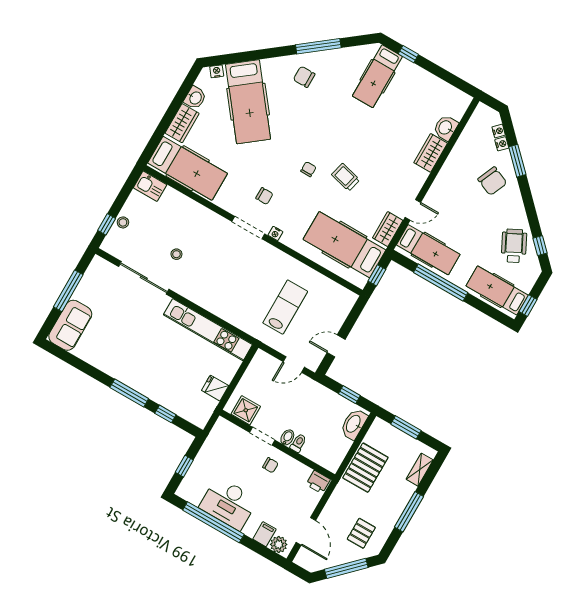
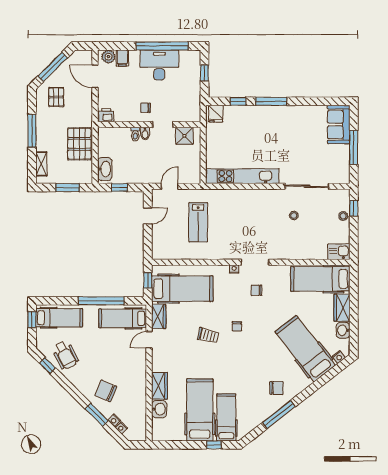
hospital bed: (402, 101) -> (200, 410), added
fridge: (215, 388) -> (216, 114), moved, turned 90

